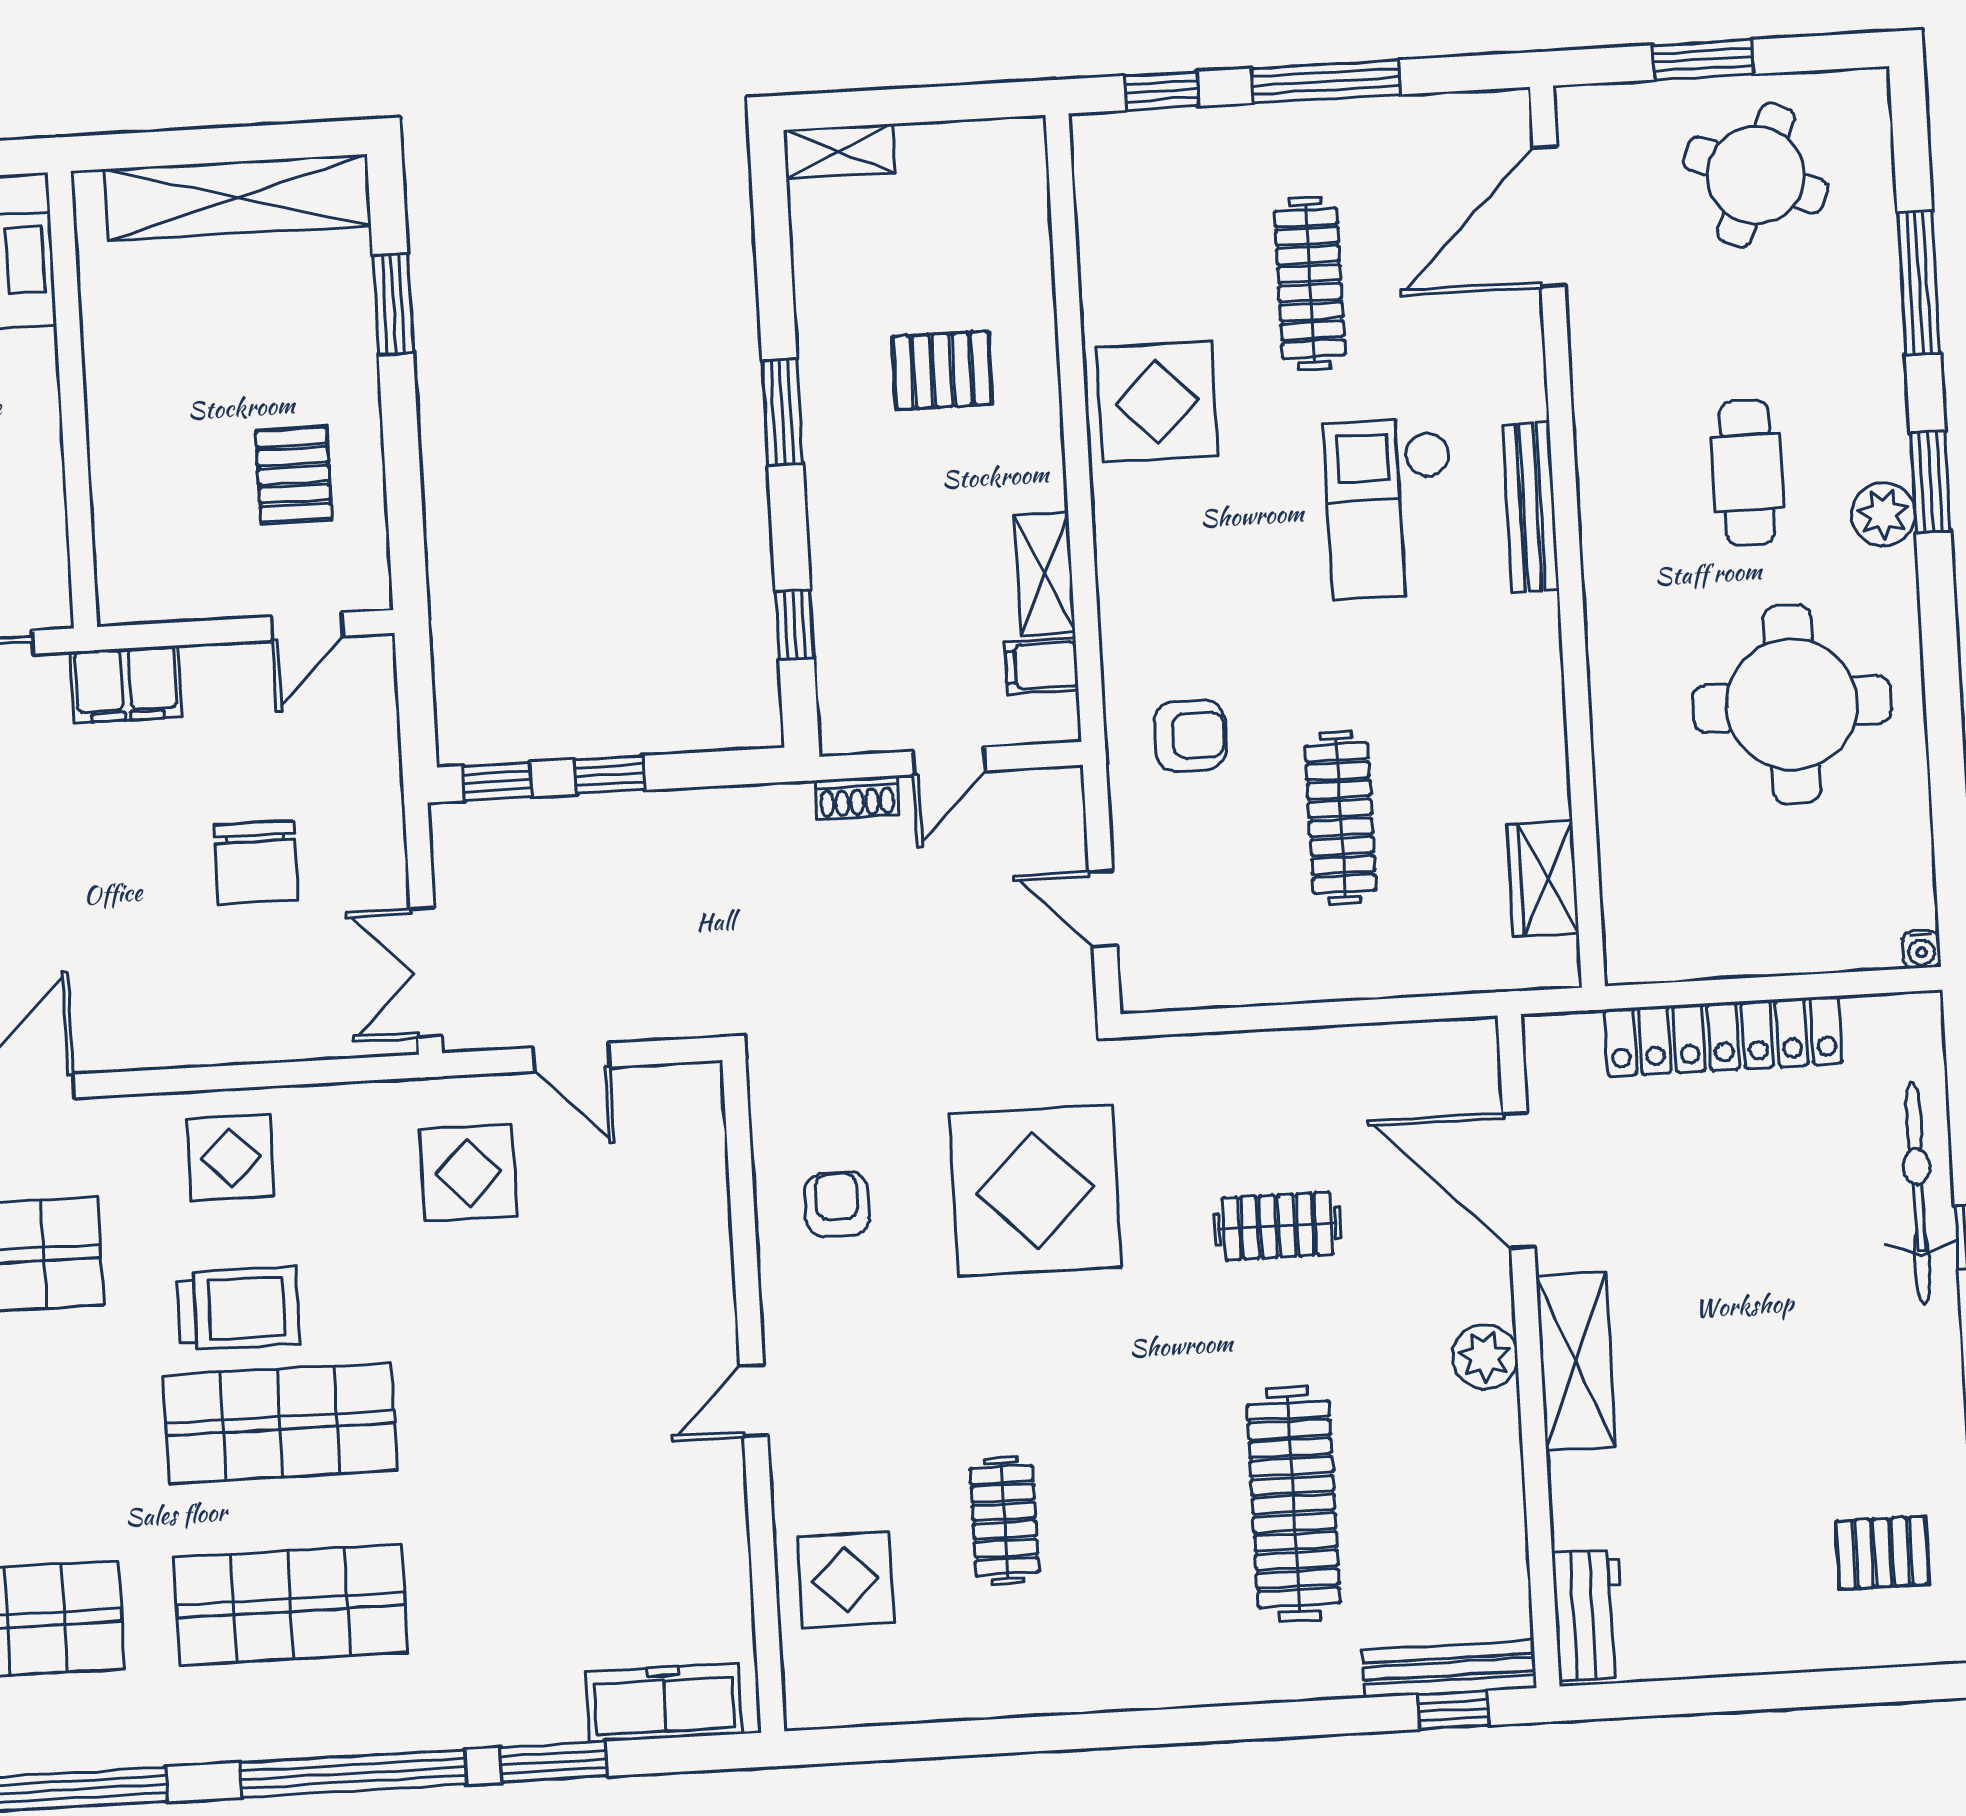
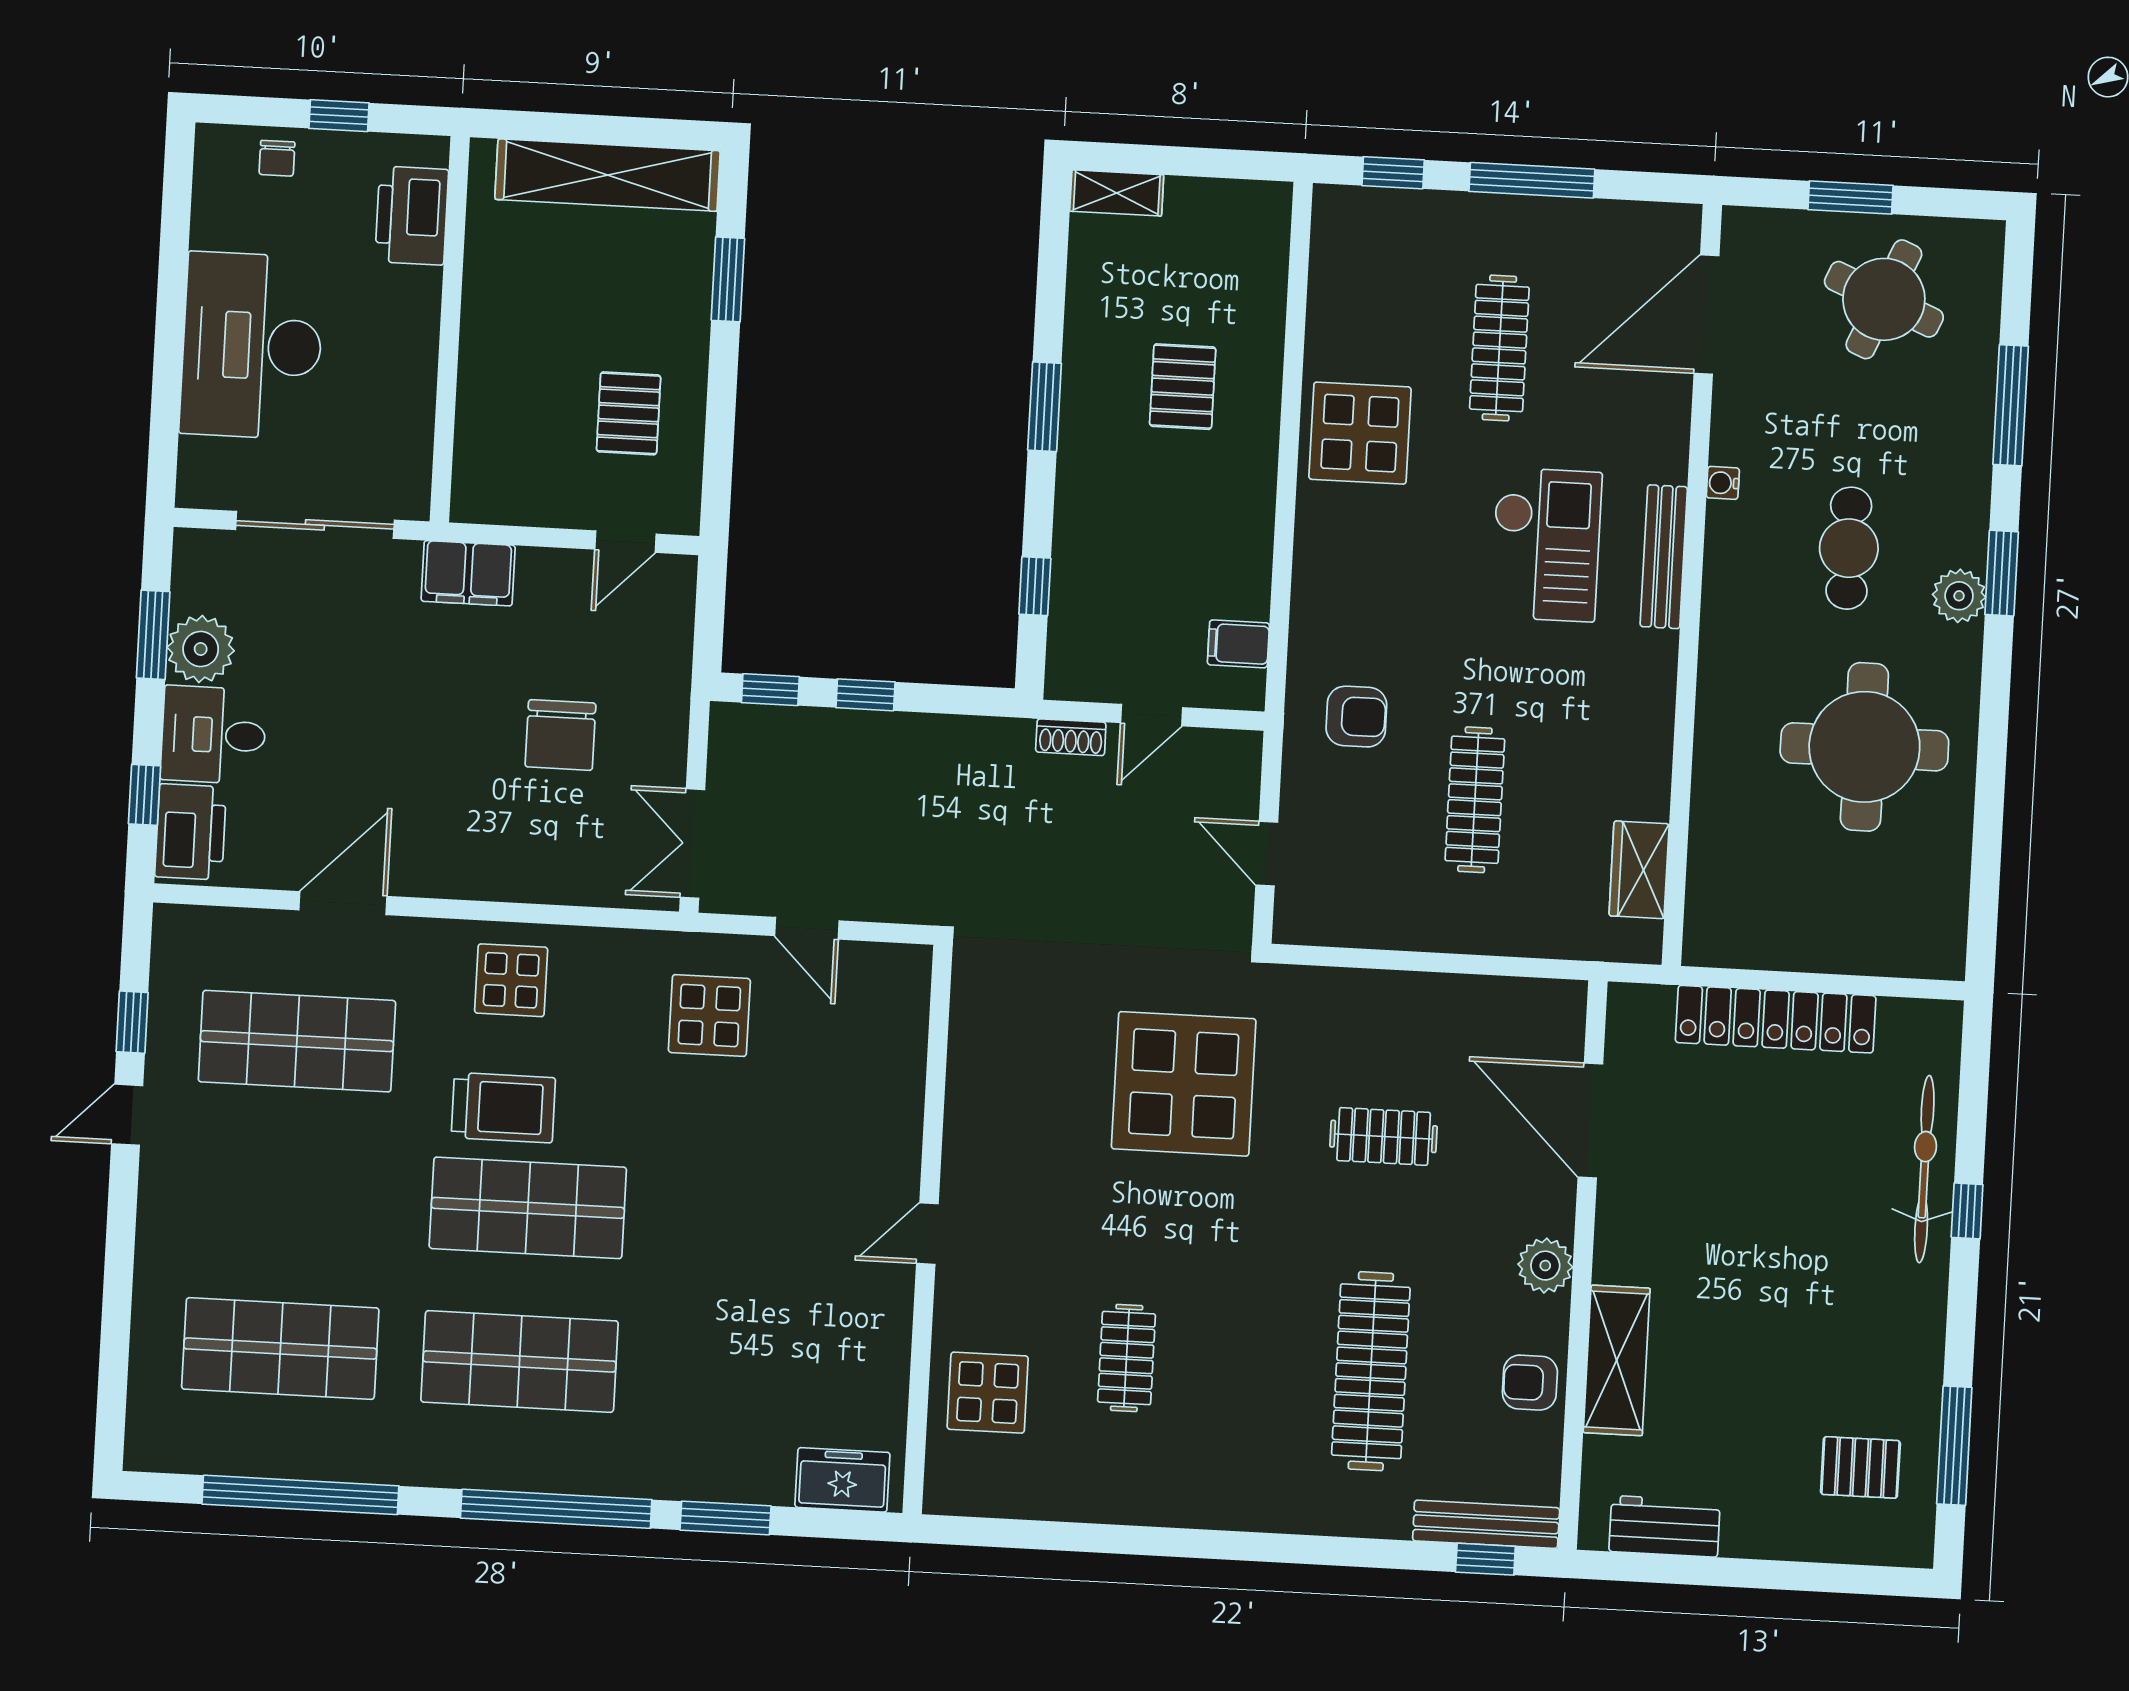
pallet: (942, 370) -> (1183, 387), turned 90
checkout: (1390, 508) -> (1546, 545), turned 180
shelving: (1045, 574) -> (1250, 567), removed
water cooler: (1921, 949) -> (1723, 483), moved, turned 90
armchair: (837, 1204) -> (1530, 1383), moved, turned -90
shelving: (1576, 1361) -> (1617, 1360), moved
workbench: (1589, 1615) -> (1665, 1526), moved, turned -90
freezer: (664, 1703) -> (842, 1480), width x0.71

